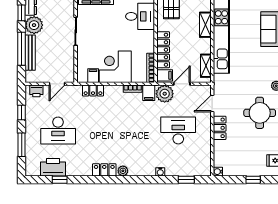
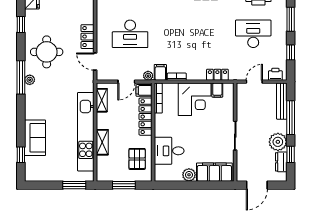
bench: (30, 53) -> (282, 101), moved
plant: (165, 94) -> (148, 76), width x0.53, depth x0.53
door: (212, 103) -> (95, 62), swing flipped

